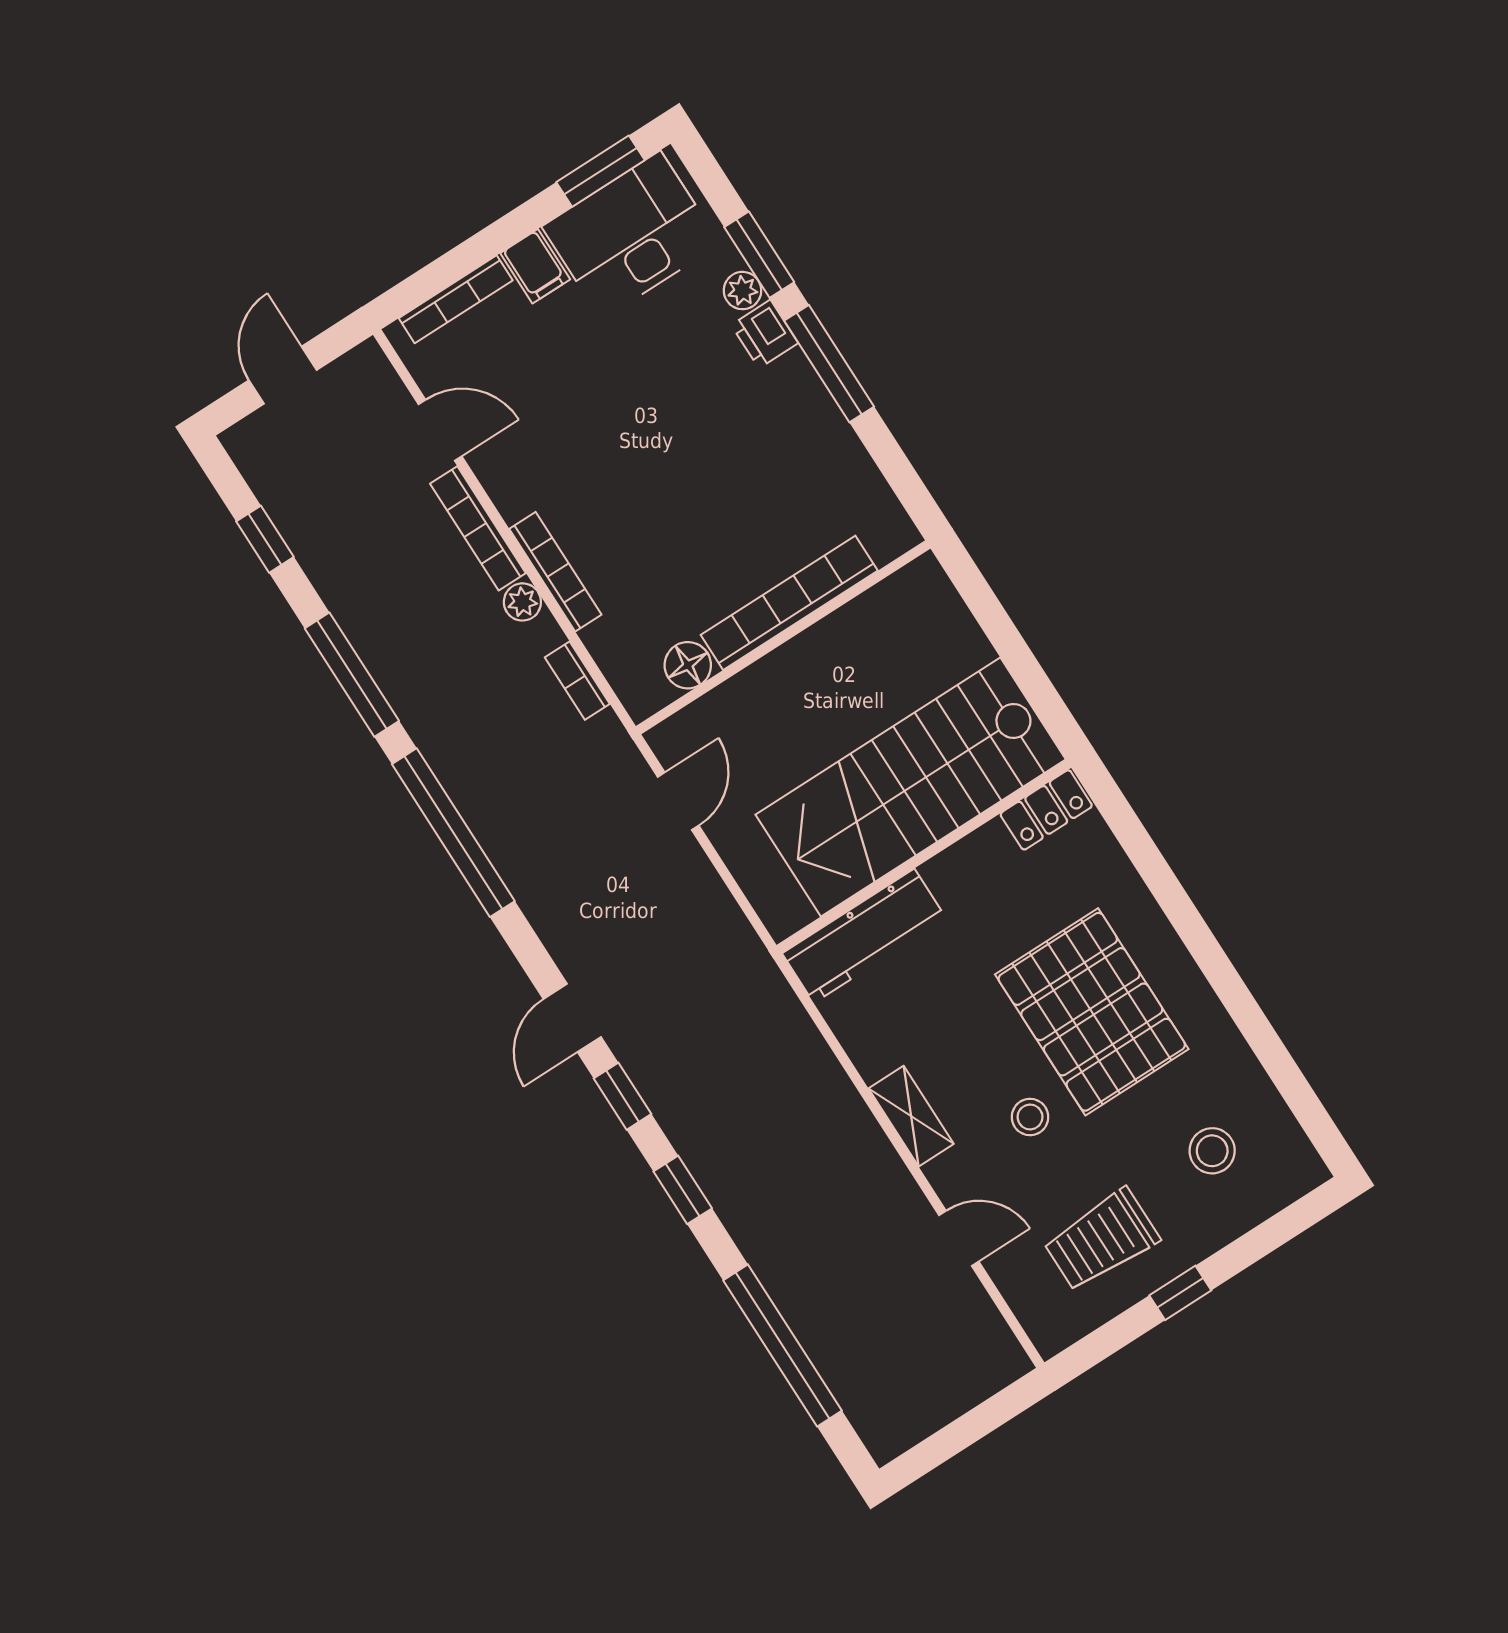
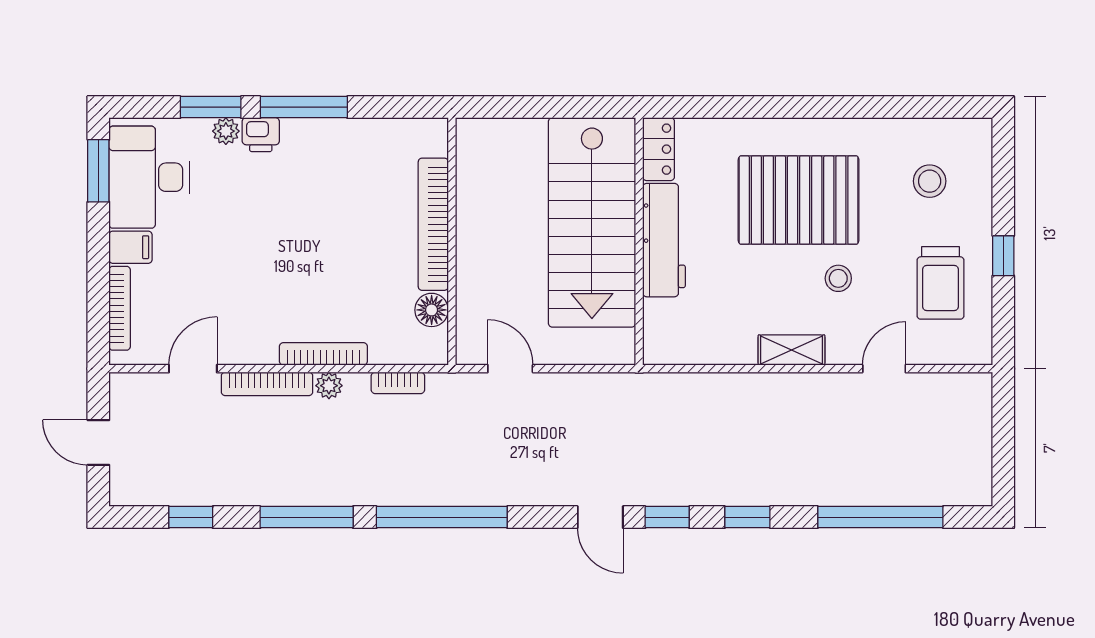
workbench: (864, 936) -> (664, 240), moved

